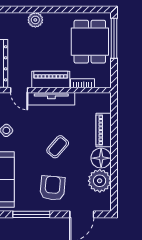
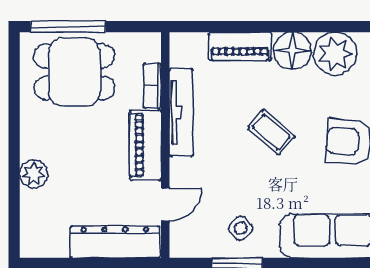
tv unit: (51, 99) -> (181, 112), moved

